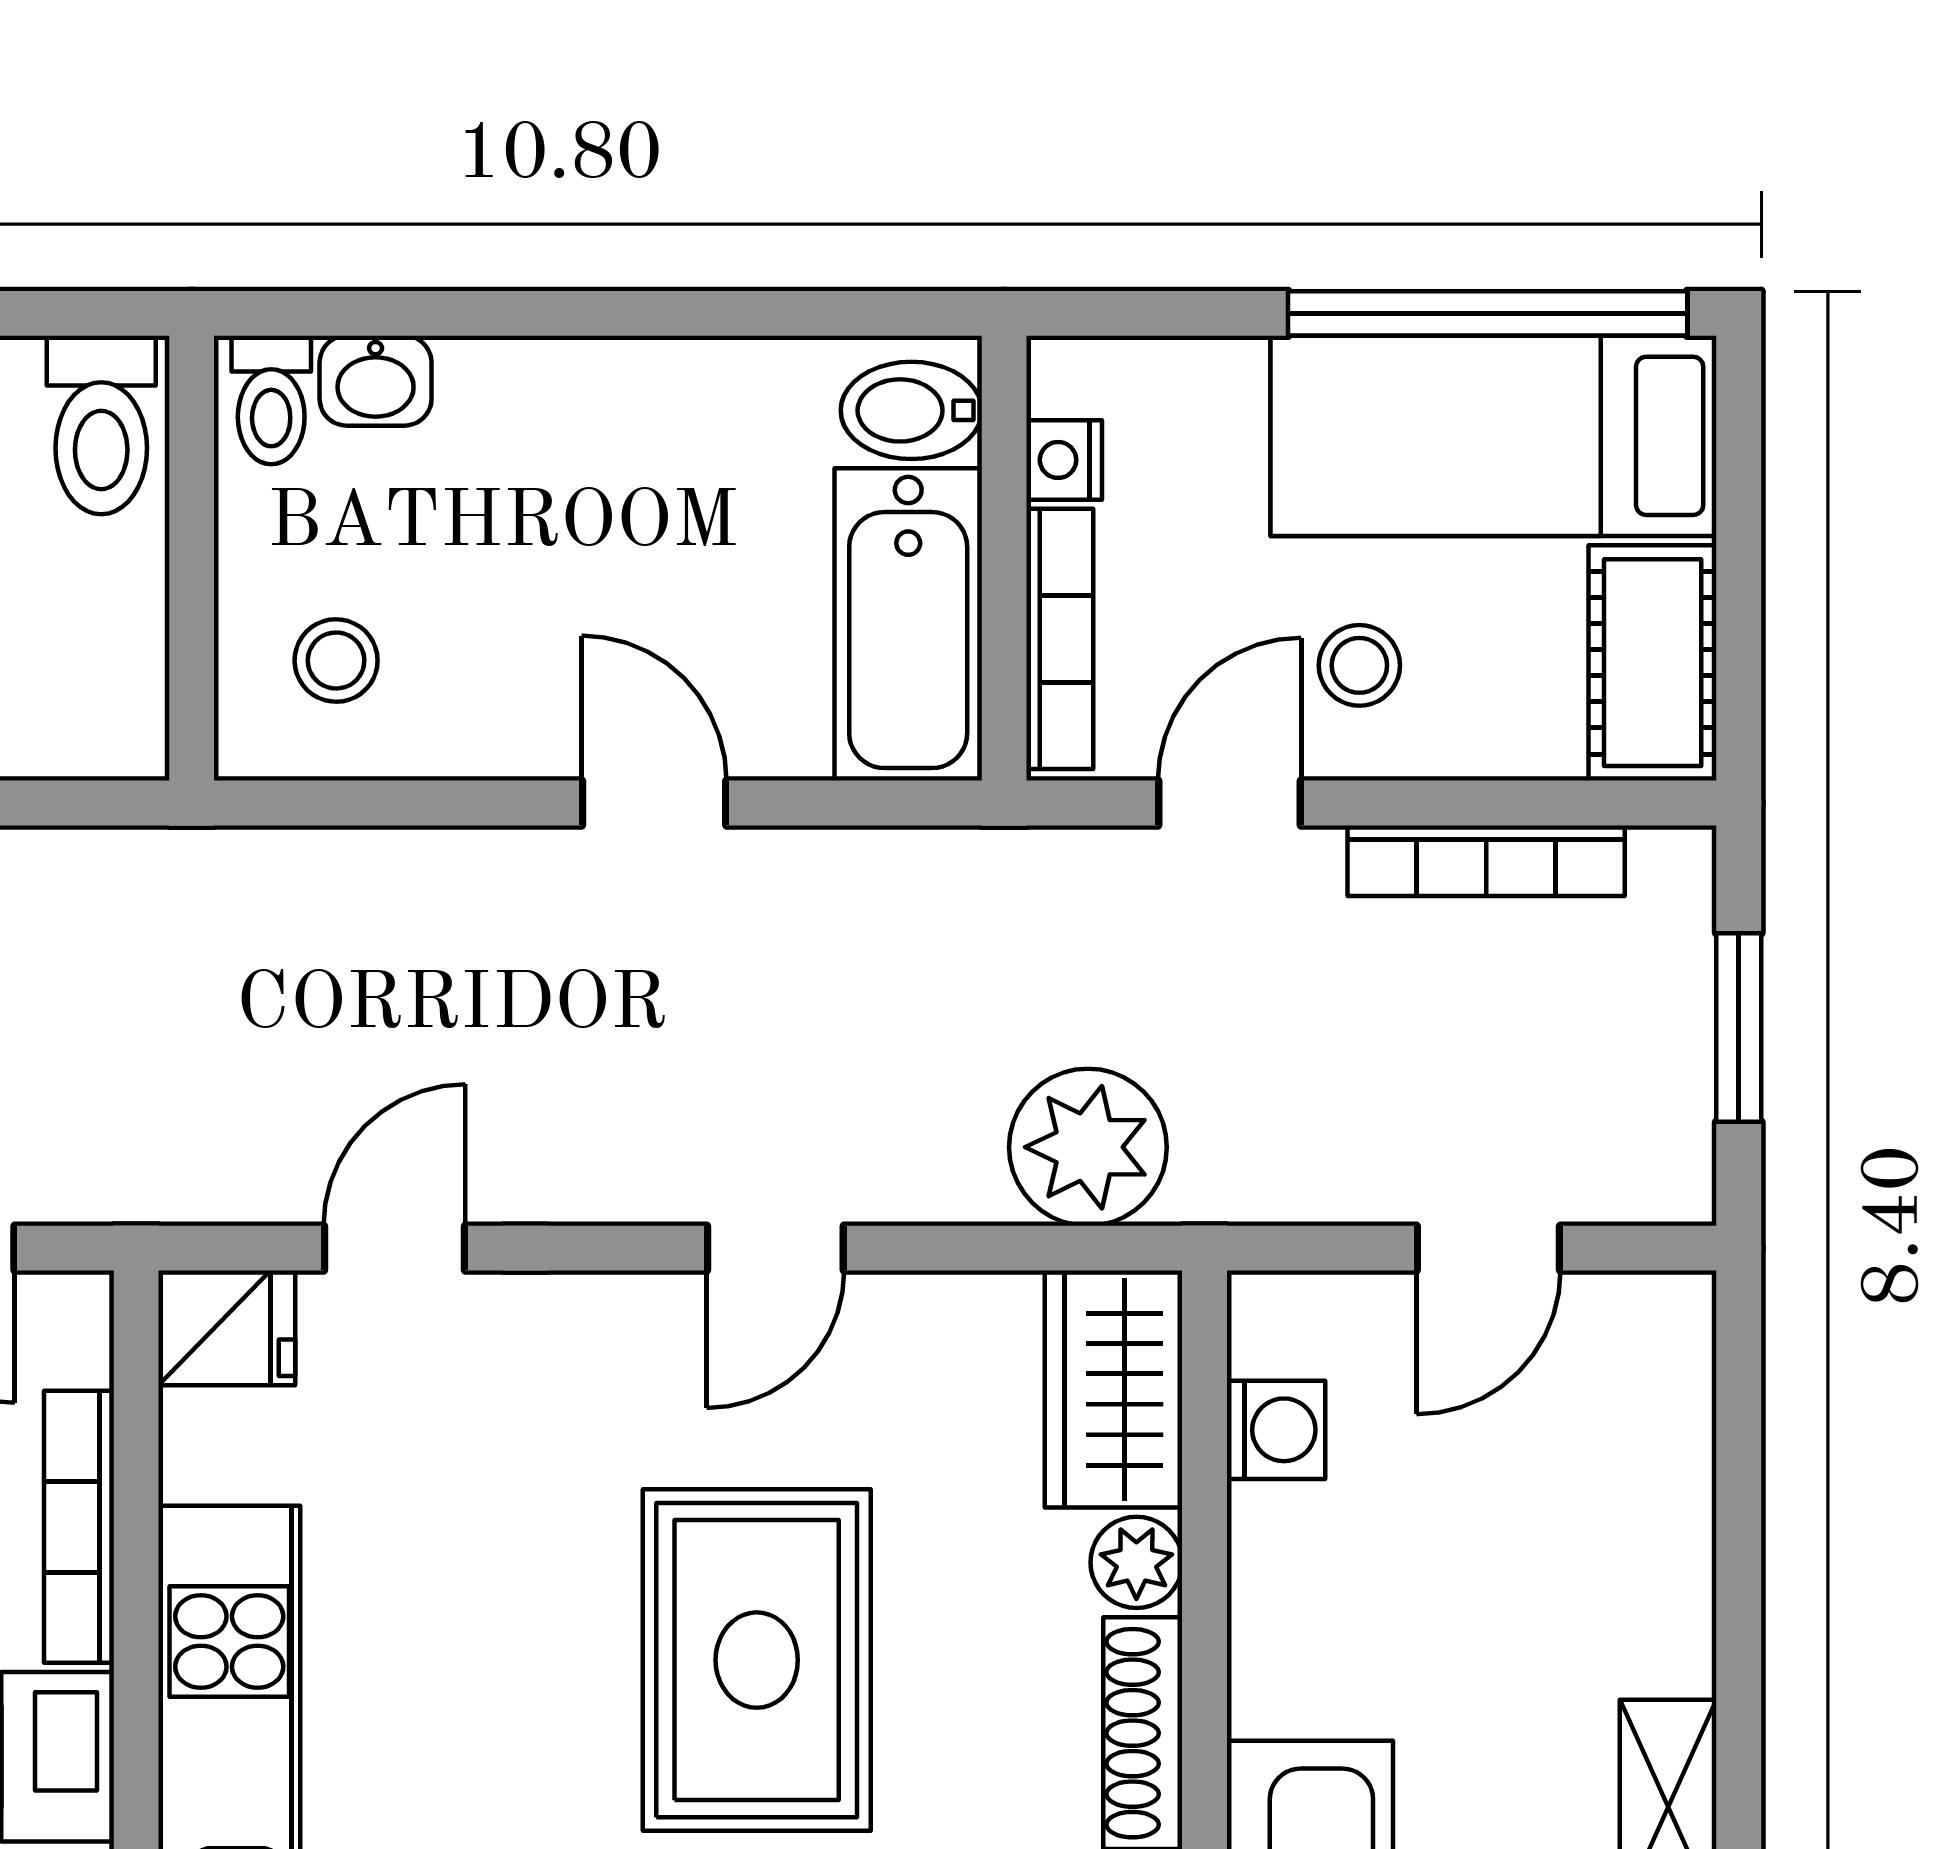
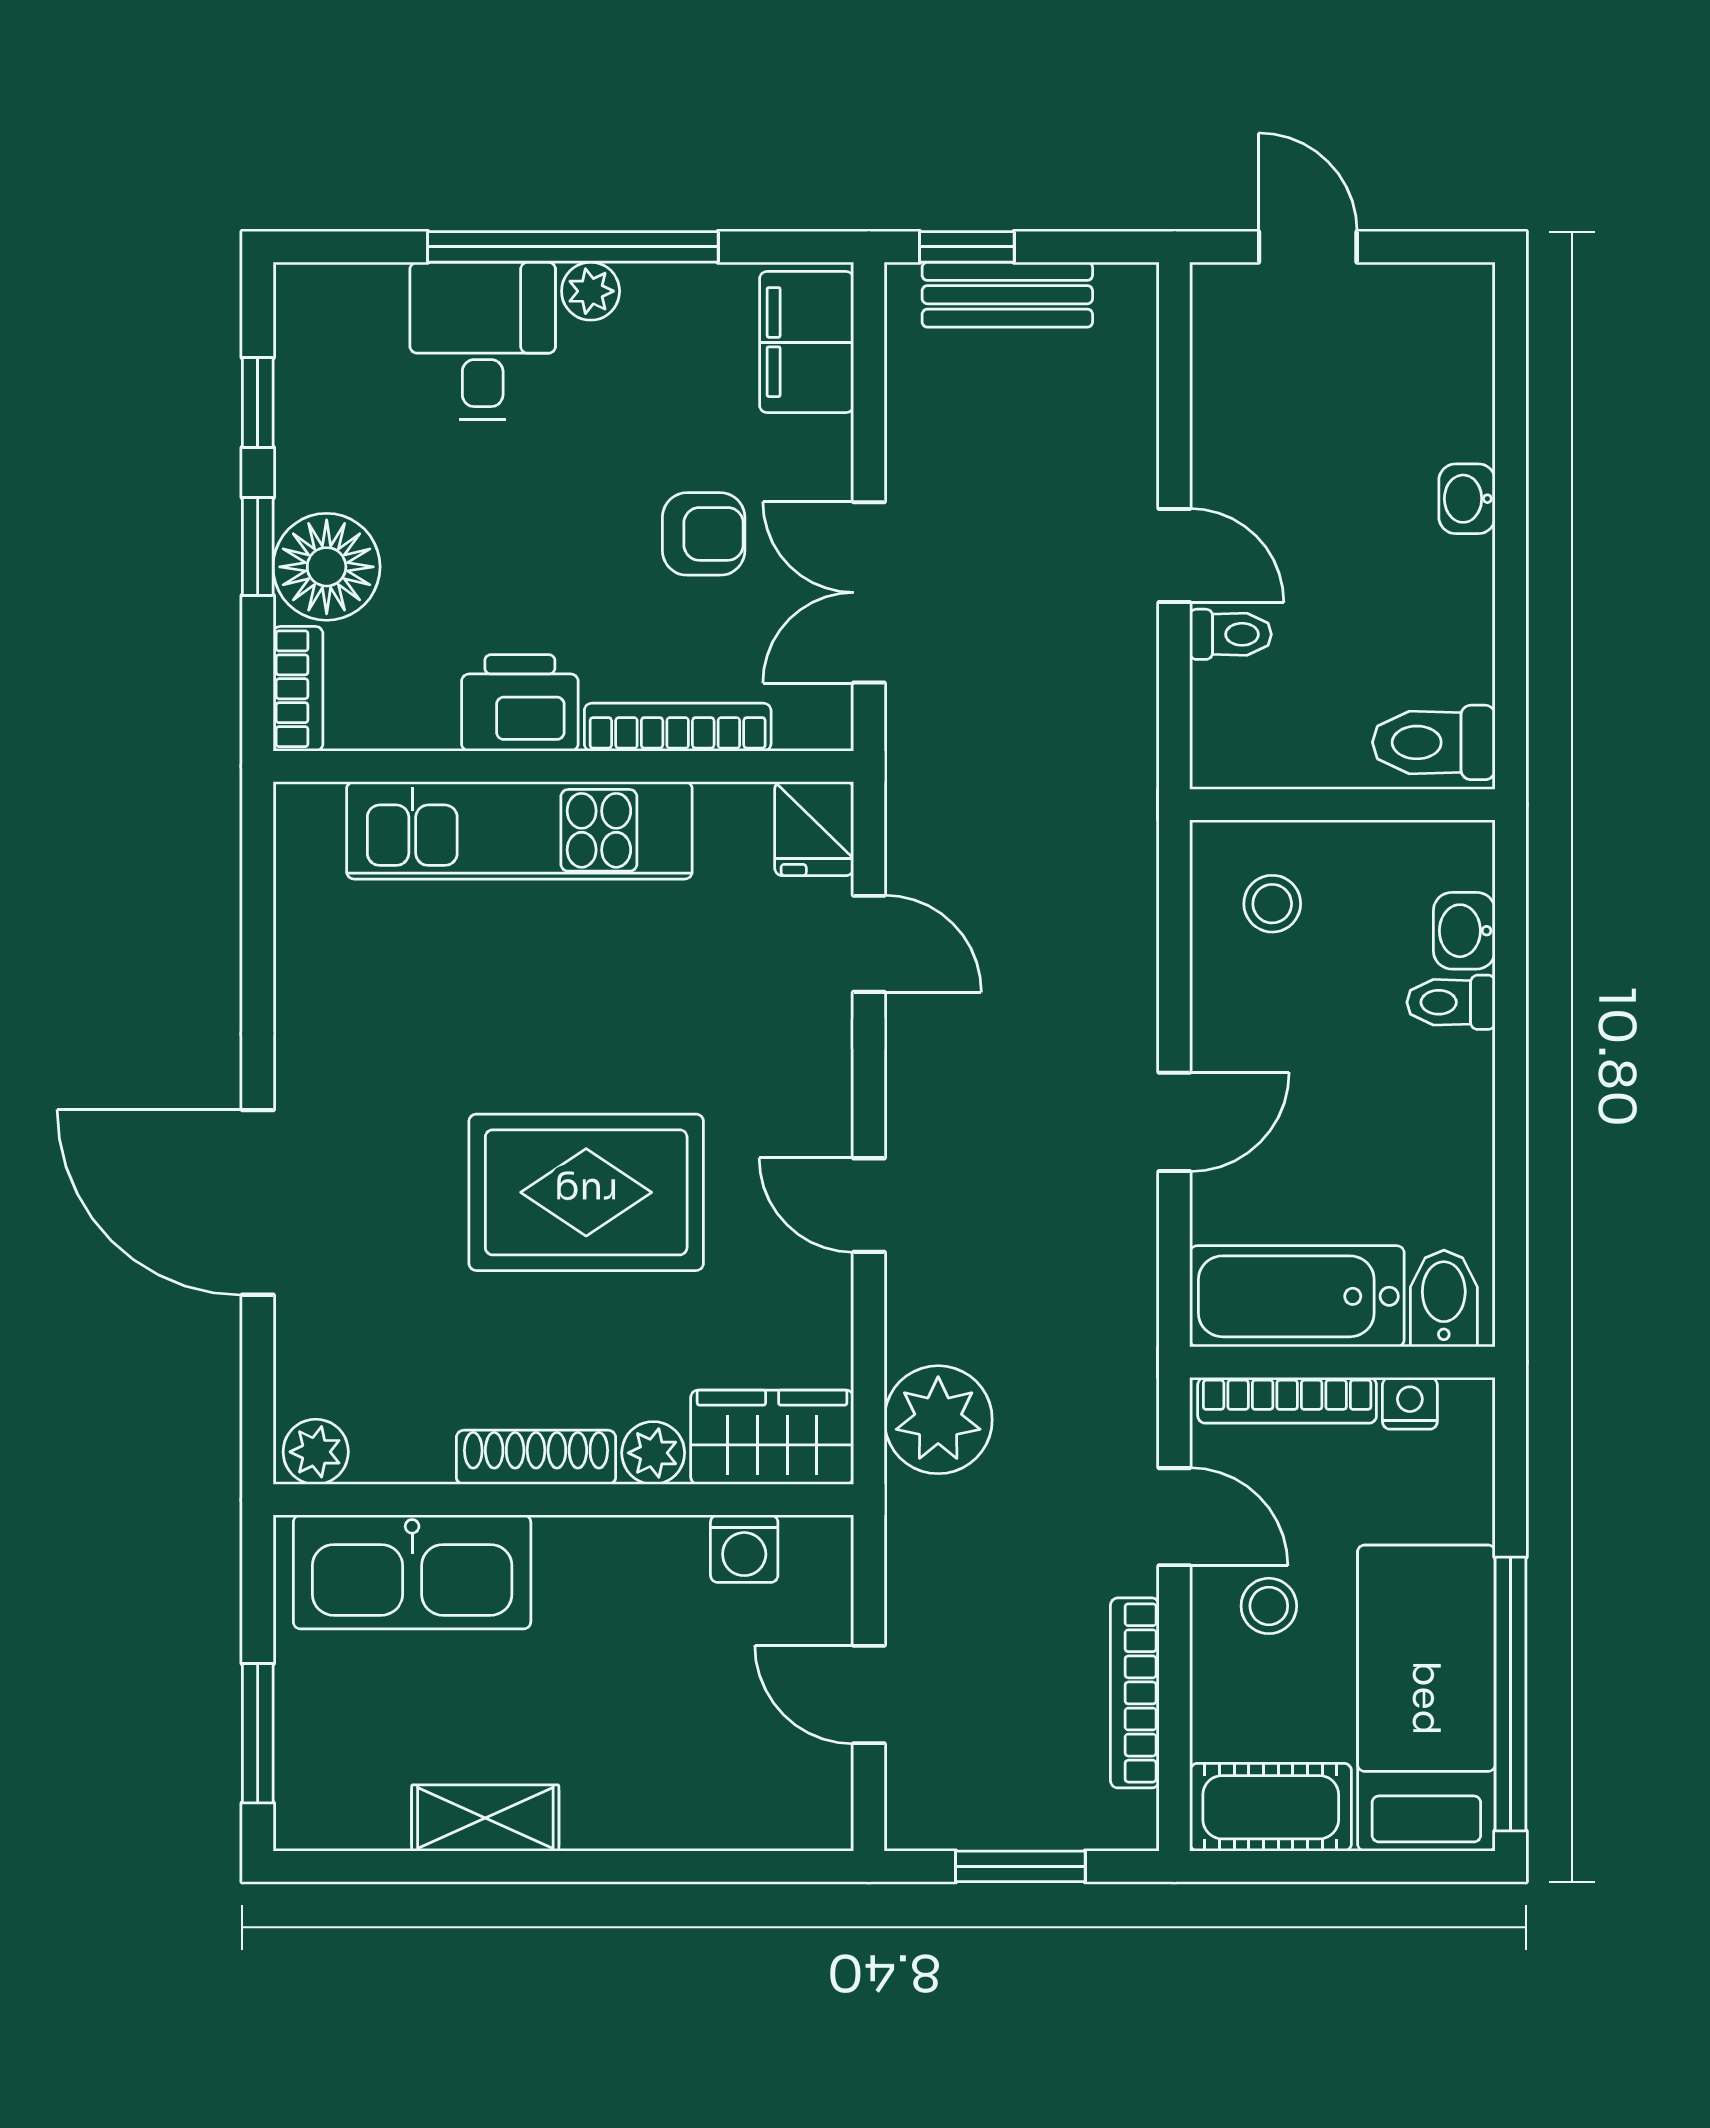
toilet: (271, 400) -> (1451, 1002), moved

